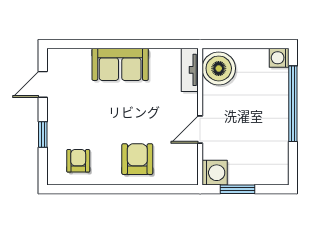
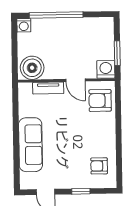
sofa: (120, 64) -> (30, 145), width x1.36
tv unit: (190, 70) -> (48, 88), moved
armchair: (137, 159) -> (100, 100), moved

